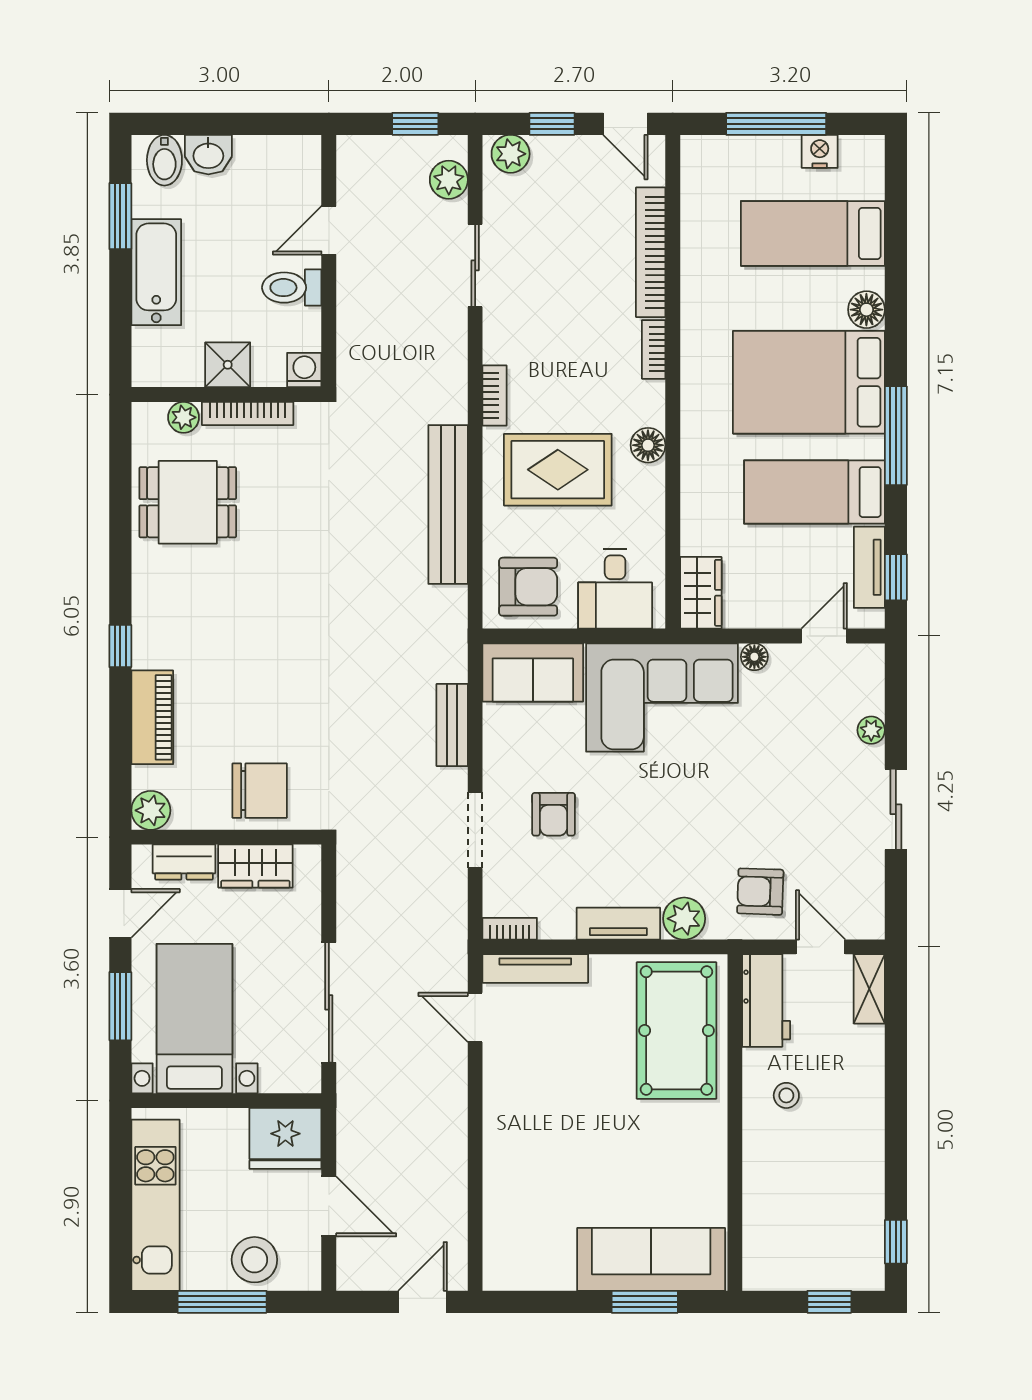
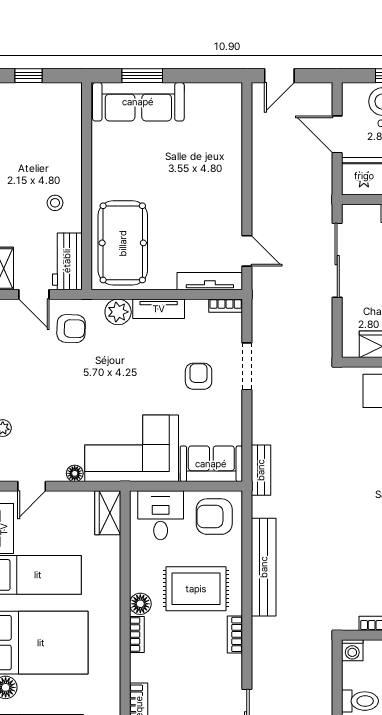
bookcase: (654, 349) -> (137, 634), moved
bench: (452, 725) -> (261, 470), moved

